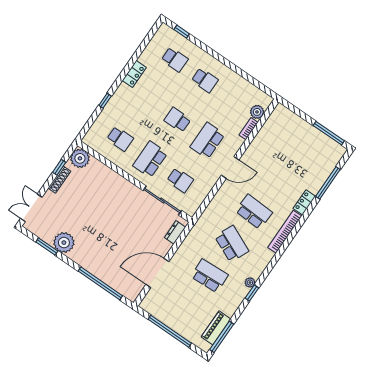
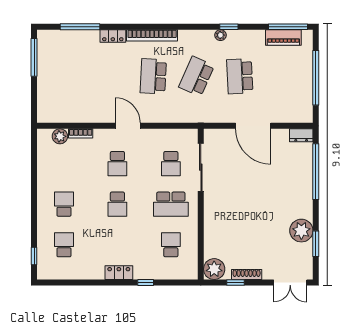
locker: (134, 74) -> (119, 273), moved
school desk: (207, 141) -> (117, 164), width x0.54
school desk: (180, 180) -> (171, 164), turned 180
dresser: (175, 232) -> (301, 135), moved
door: (157, 273) -> (253, 126), moved

